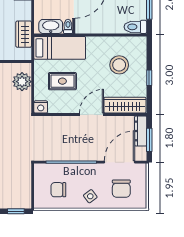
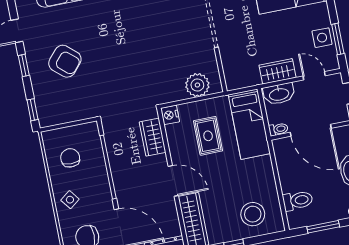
washbasin: (51, 26) -> (279, 94), moved, turned 90
toilet: (135, 27) -> (298, 201), moved, turned 90
wardrobe: (24, 34) -> (277, 71), moved
stool: (119, 65) -> (253, 214), moved
wardrobe: (55, 124) -> (153, 137), added

